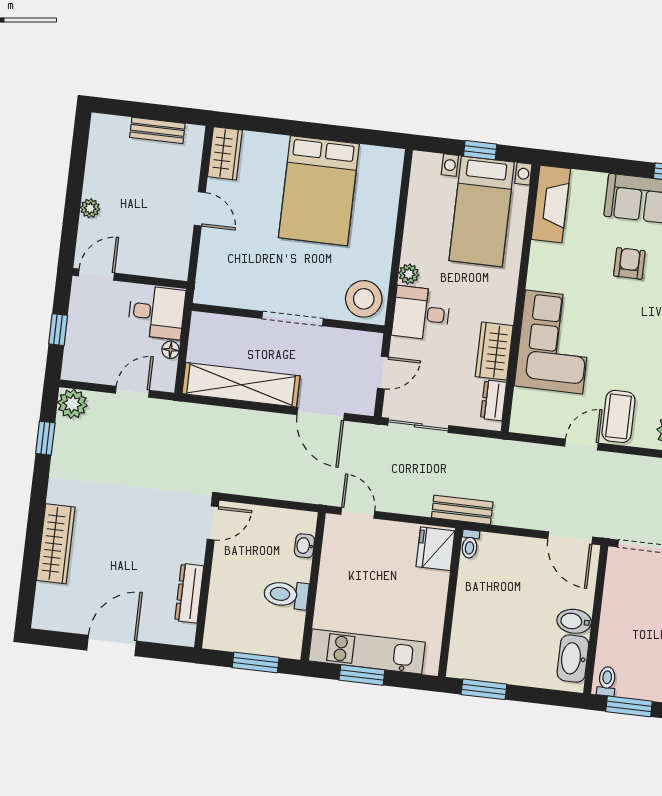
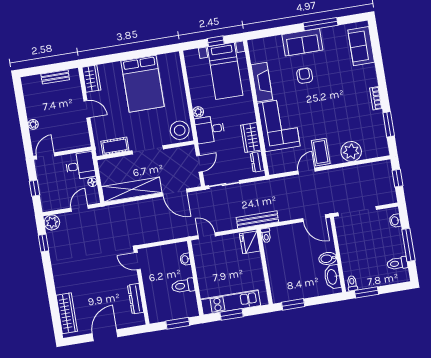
fireplace: (551, 204) -> (262, 82), moved
cot: (233, 294) -> (115, 146), added
bench: (462, 510) -> (257, 220), width x1.36
door: (213, 523) -> (137, 261), swing flipped
wardrobe: (56, 544) -> (67, 313), moved

